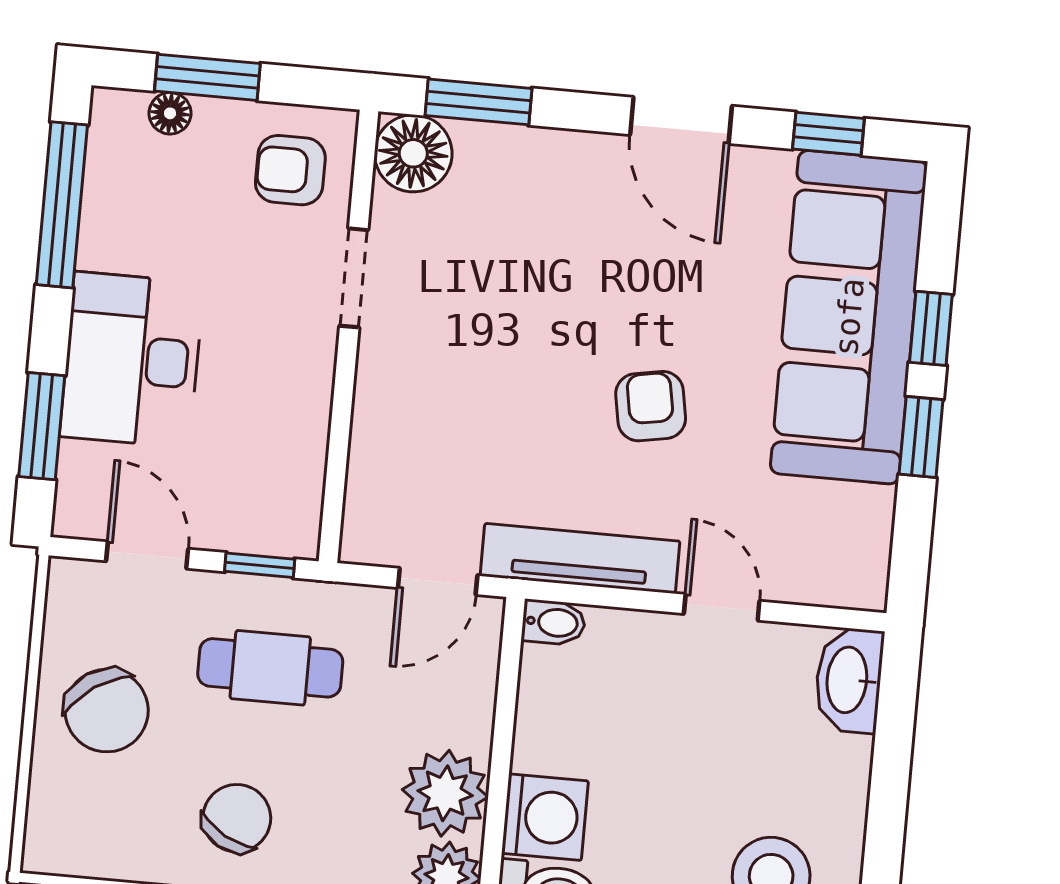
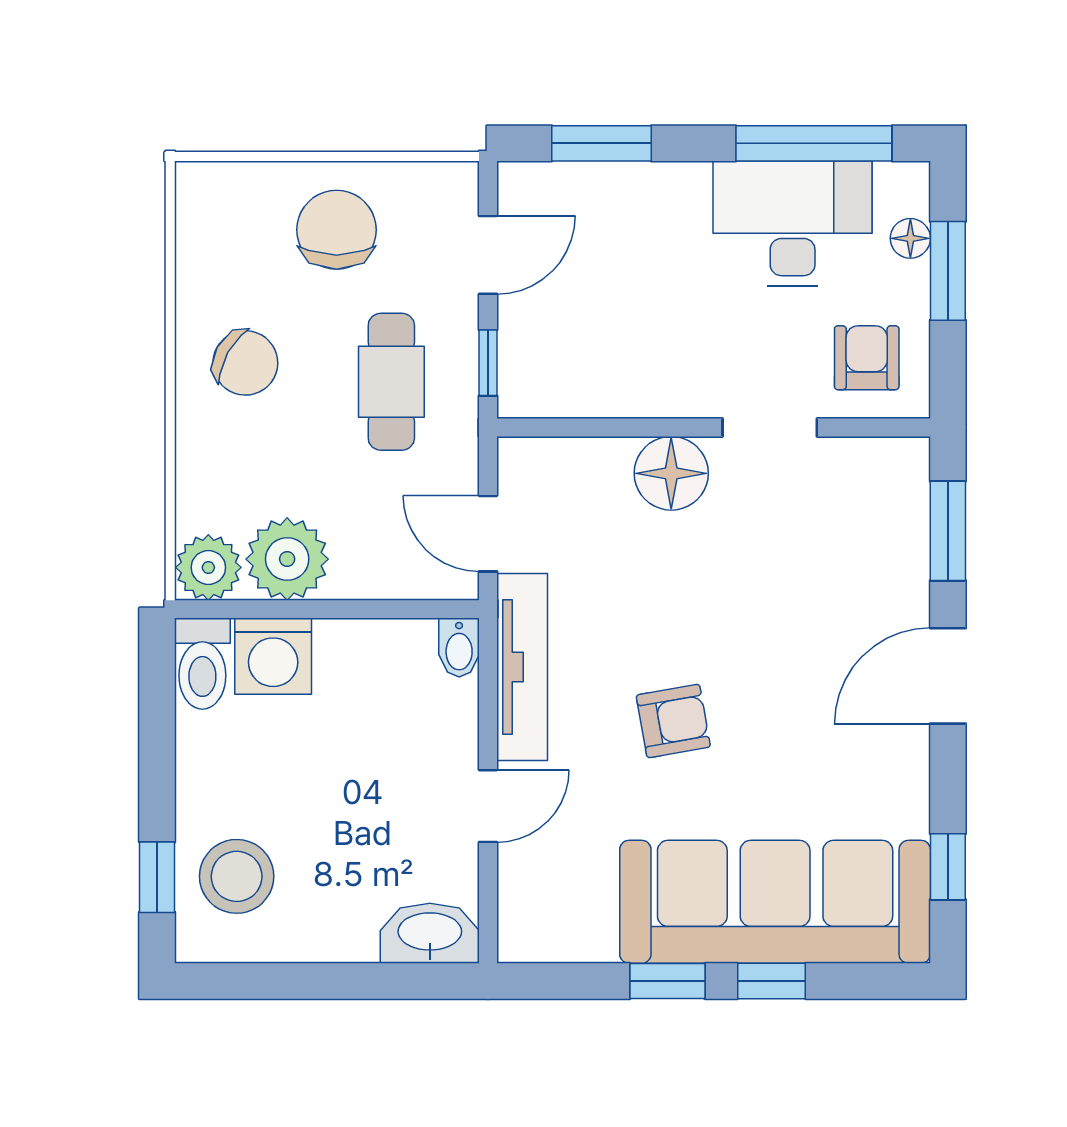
door: (681, 120) -> (948, 676), moved
floor lamp: (413, 153) -> (671, 473), moved
desk: (132, 360) -> (793, 223), moved
chair: (107, 711) -> (337, 230), turned 124

